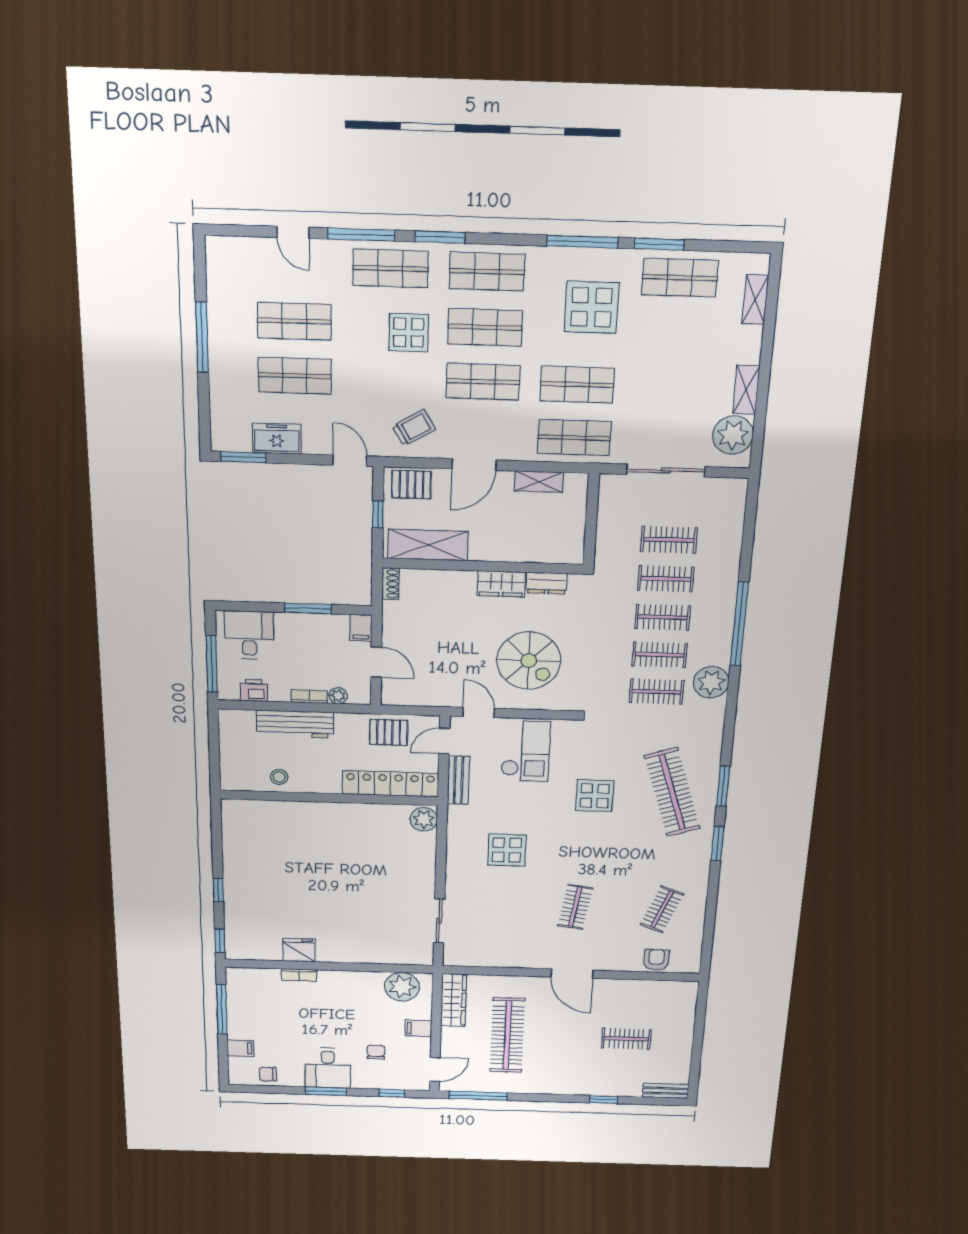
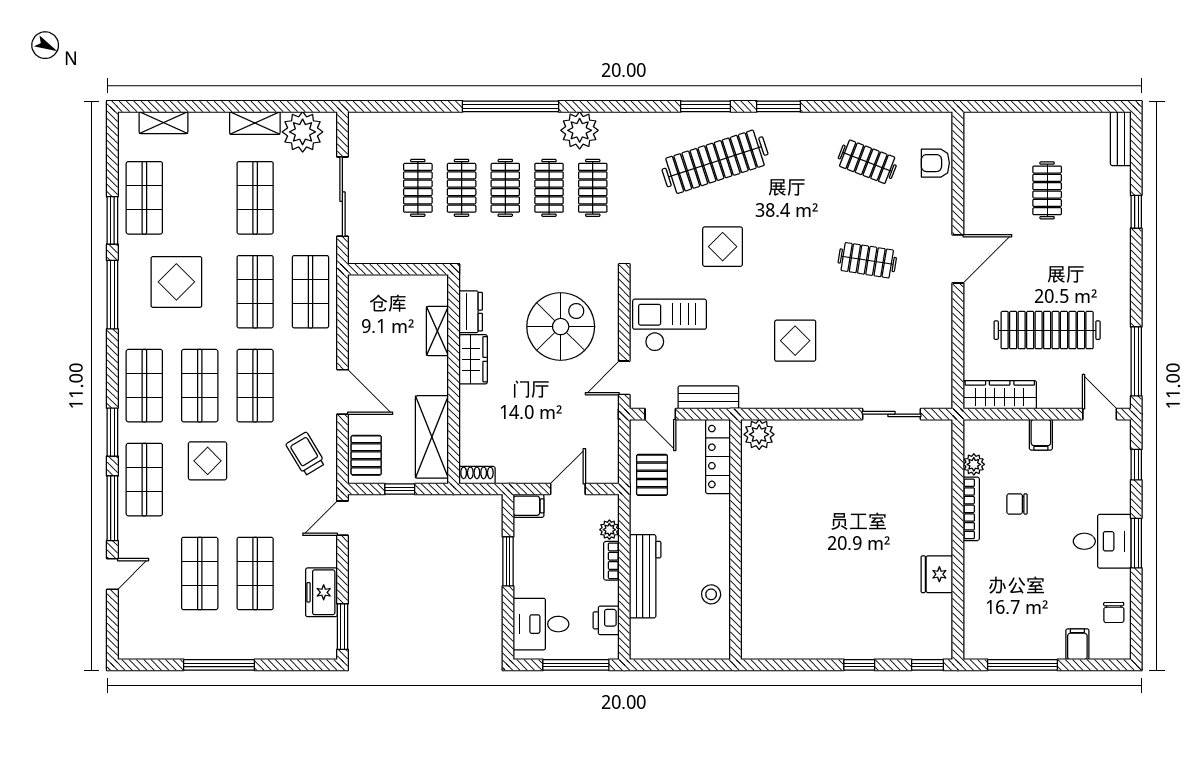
shop shelf: (671, 388) -> (255, 198), added
shelving: (539, 482) -> (437, 331), moved
locker: (390, 784) -> (718, 456), width x0.71, depth x0.83
bookcase: (299, 975) -> (971, 509), moved, width x1.56
plant: (402, 987) -> (974, 464), width x0.53, depth x0.53
chair: (376, 1052) -> (1017, 504), moved

